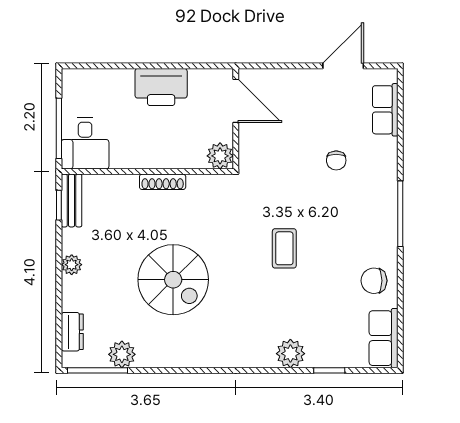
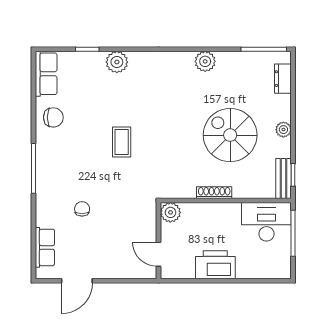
door: (236, 101) -> (159, 254), width x0.73
desk: (85, 144) -> (266, 222), width x1.37
spiral stairs: (173, 280) -> (230, 135), moved
plant: (122, 354) -> (205, 61), moved

